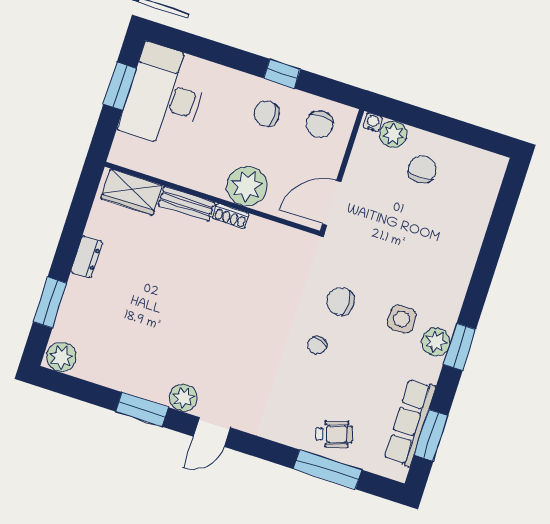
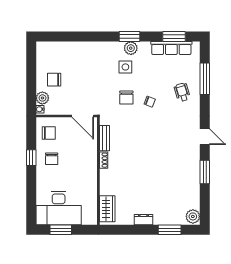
plant: (247, 186) -> (88, 157), removed
bench: (186, 204) -> (105, 138), moved
plant: (183, 398) -> (193, 155), removed
wheelchair: (334, 434) -> (182, 92), moved

